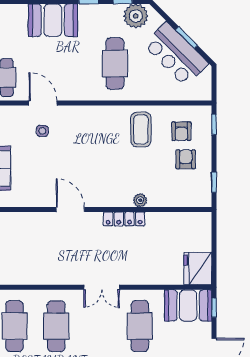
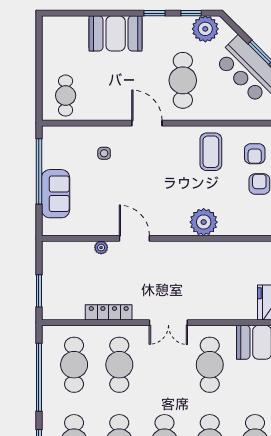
door: (43, 103) -> (147, 123), moved
plant: (140, 200) -> (204, 222), width x1.87, depth x1.87
plant: (39, 218) -> (101, 248), added
locker: (124, 219) -> (109, 312), moved, turned 180

